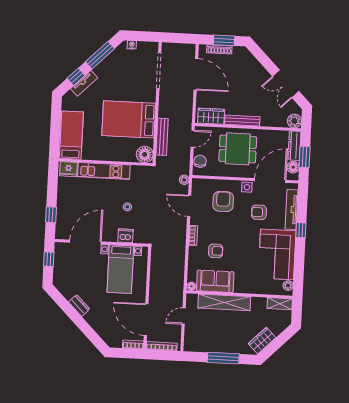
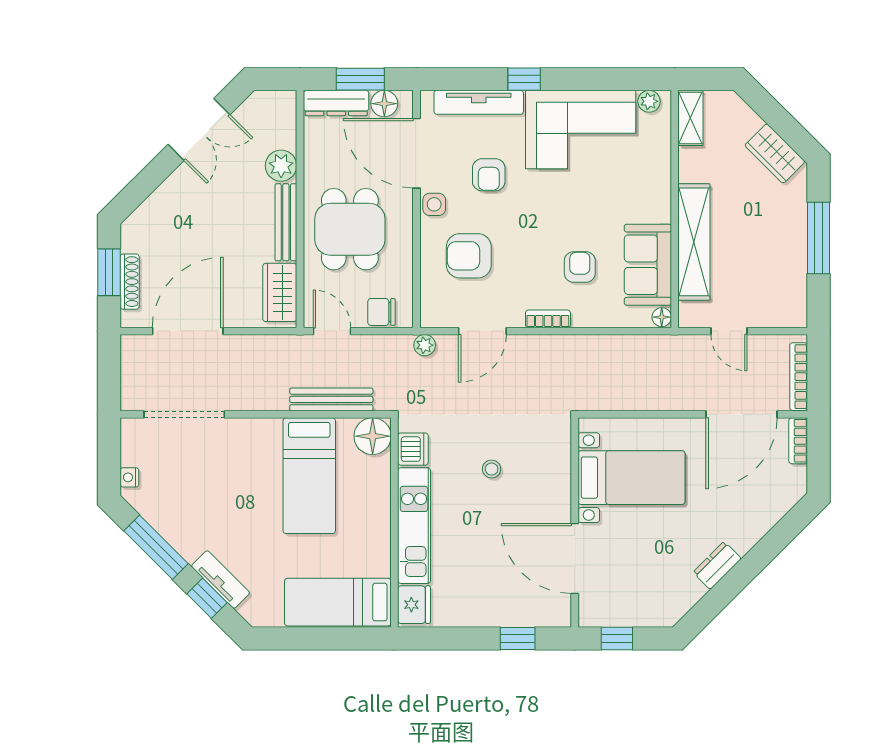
bed: (129, 119) -> (309, 476), width x0.67
plant: (294, 121) -> (281, 166), moved
dishwasher: (125, 236) -> (413, 449), moved, turned 180

